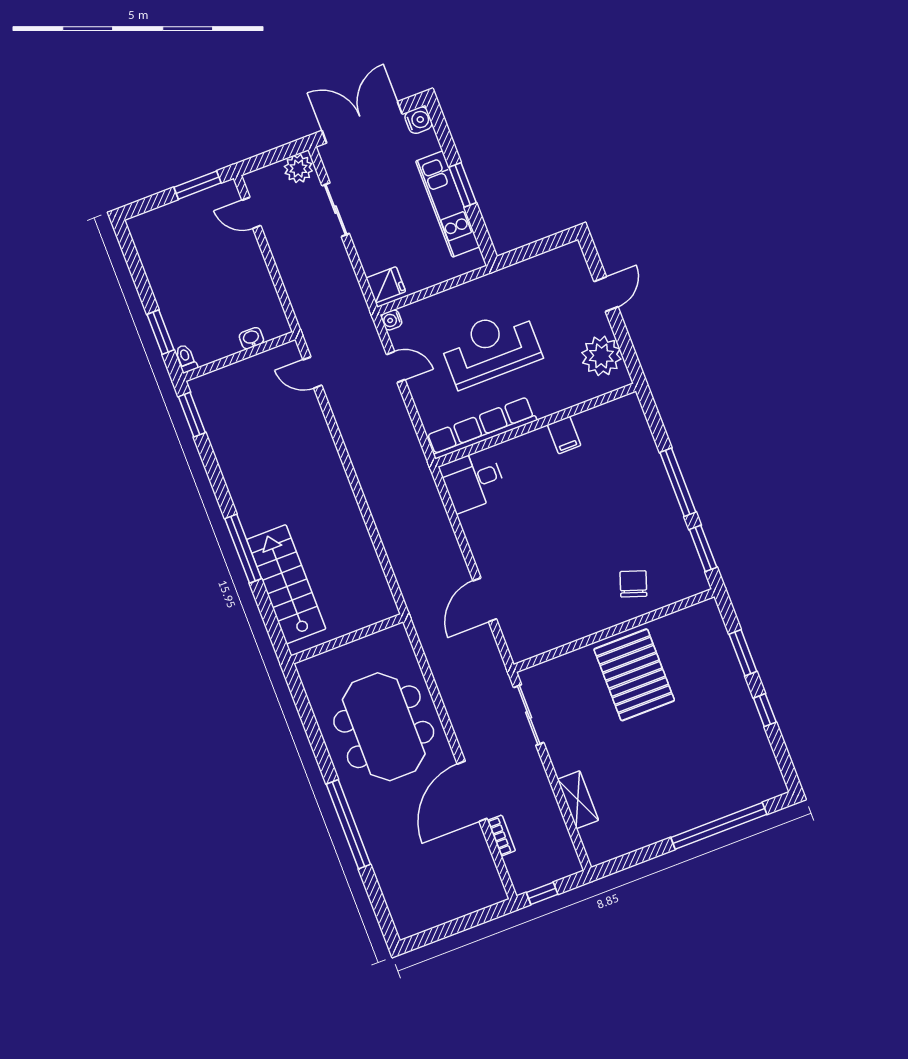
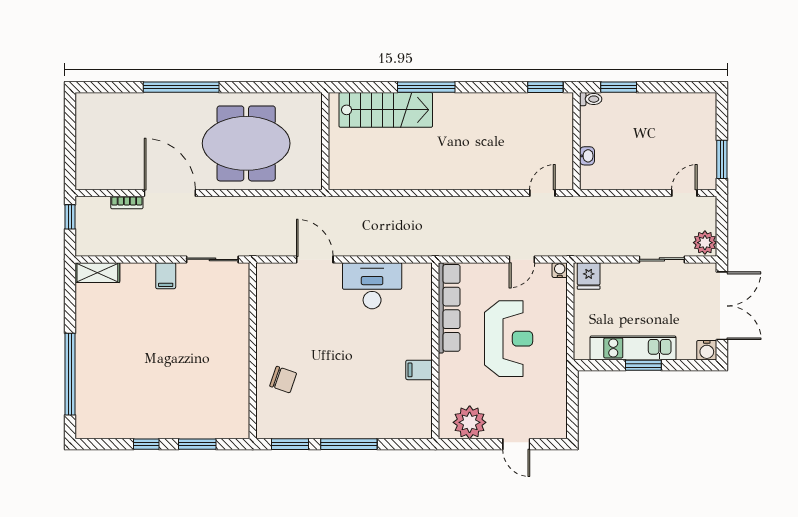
desk: (473, 481) -> (372, 286), moved, width x1.37
pallet: (634, 675) -> (212, 353), removed
filing cabinet: (567, 761) -> (166, 276), added
shelving: (578, 800) -> (97, 273), moved

